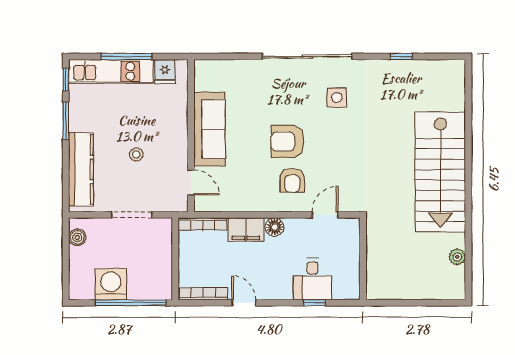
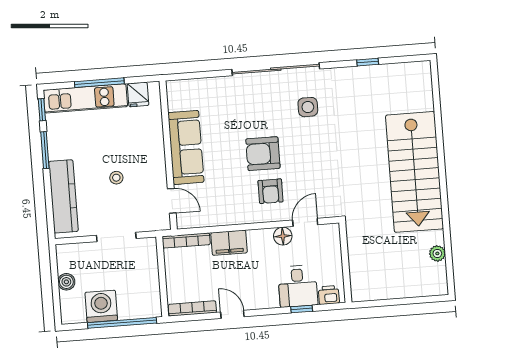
floor lamp: (275, 227) -> (283, 236), moved
boiler: (77, 237) -> (66, 282), moved
printer: (343, 291) -> (329, 295), added

